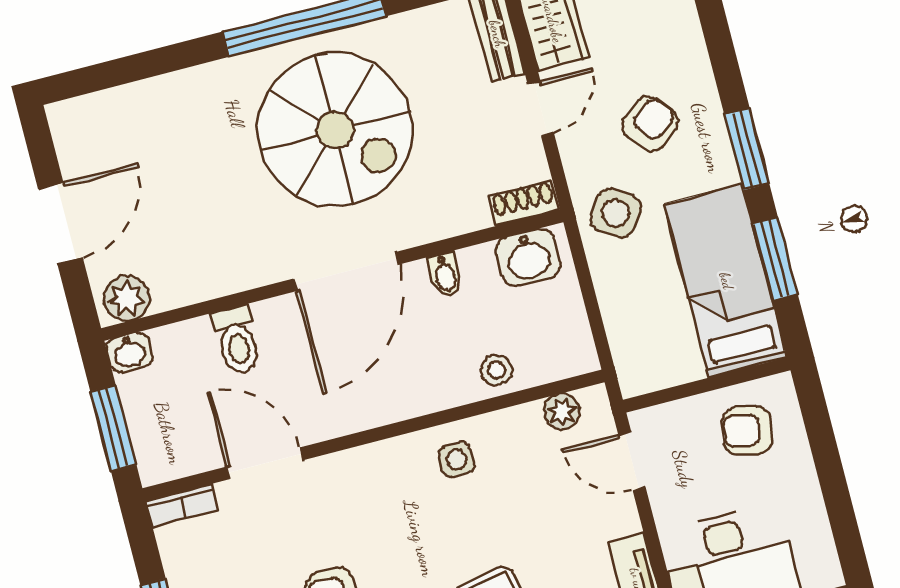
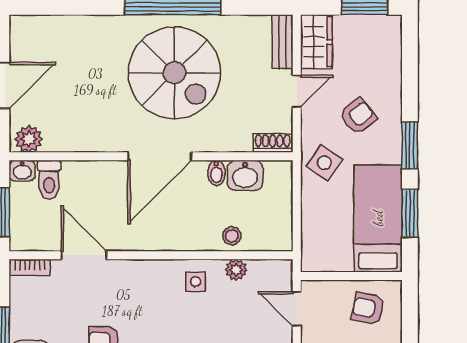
washbasin: (528, 257) -> (245, 175), moved
toilet: (237, 340) -> (49, 180), moved
plant: (562, 412) -> (236, 270), moved

